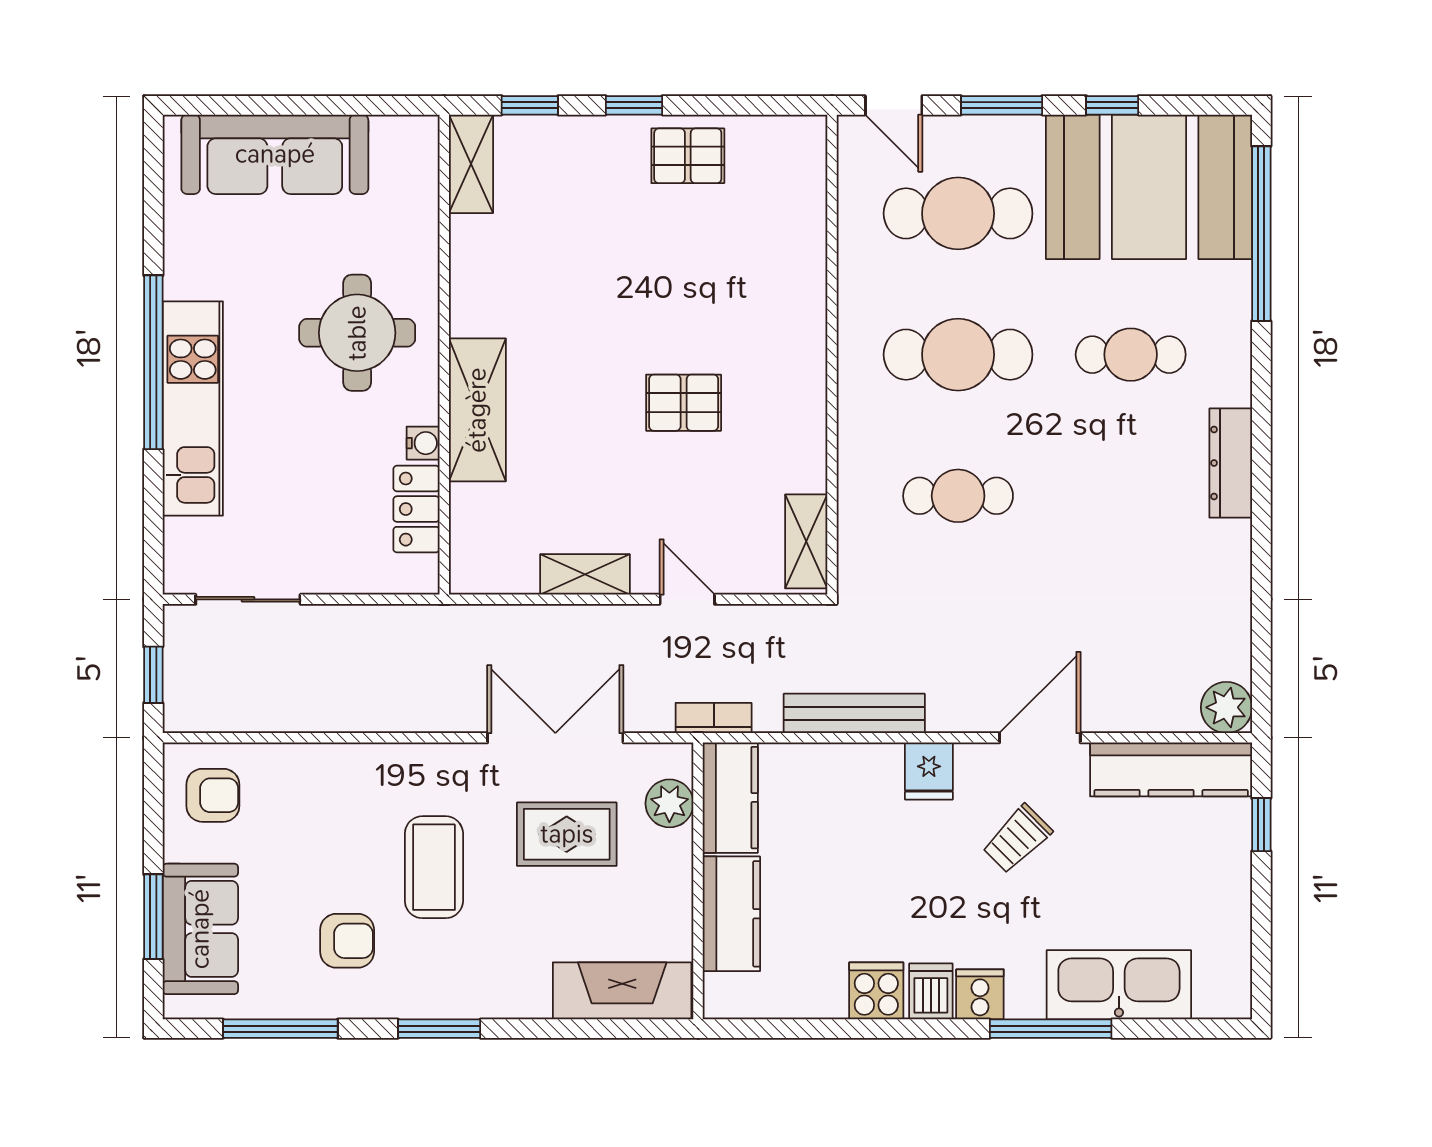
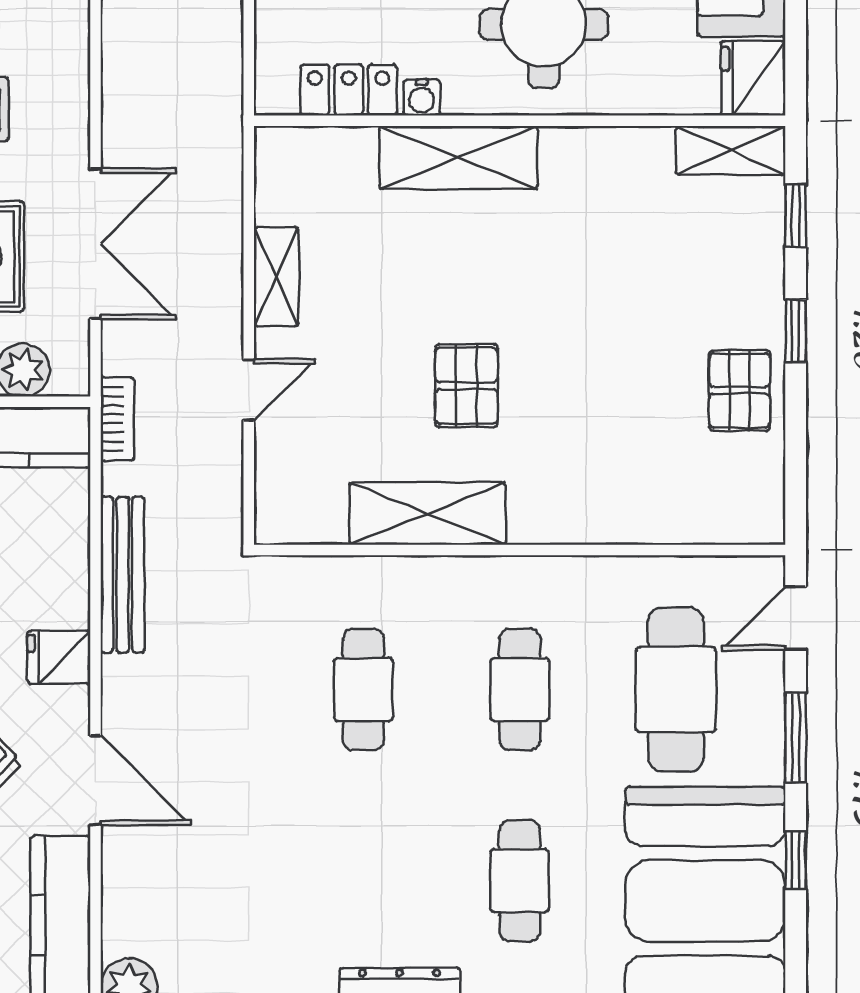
fridge: (406, 144) -> (753, 78), added
cafe table: (958, 355) -> (520, 689), width x0.73, depth x0.74
shelving: (806, 541) -> (427, 514), moved, width x1.50, depth x1.33

